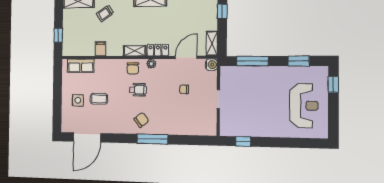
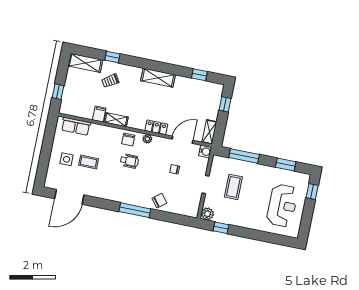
shelving: (135, 51) -> (116, 120), moved
coffee table: (248, 96) -> (233, 187), added
chair: (141, 120) -> (159, 201), moved
plant: (226, 129) -> (207, 214), added

